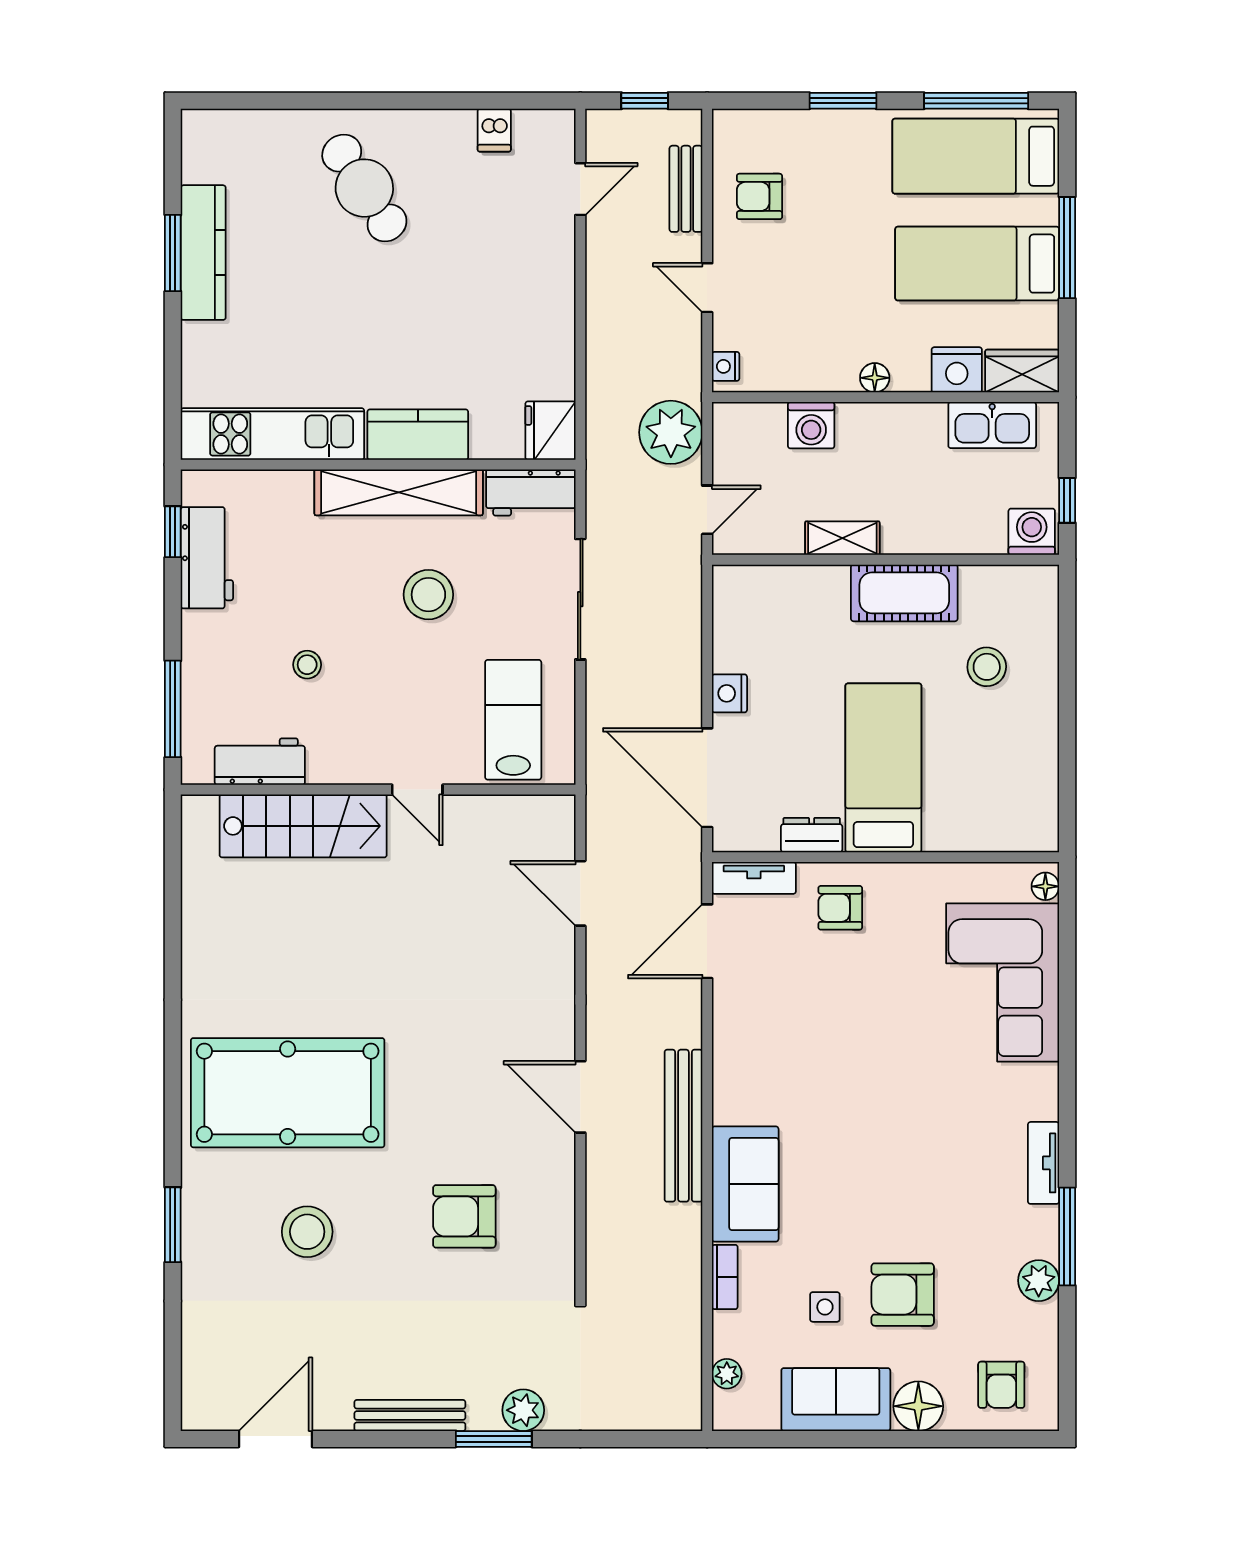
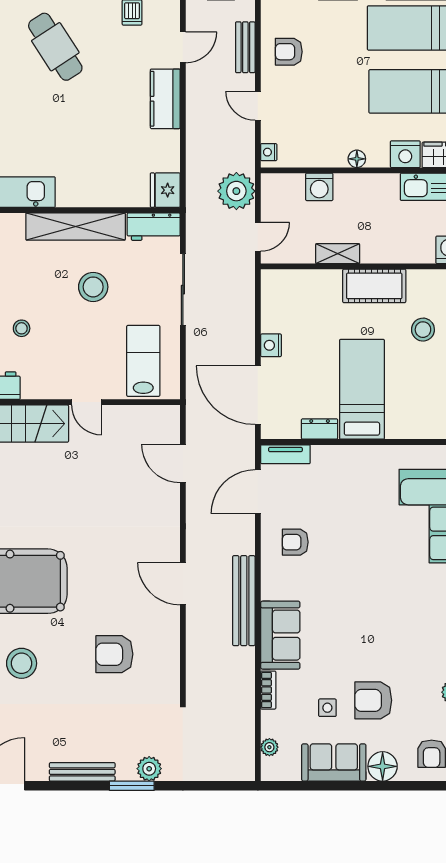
kitchen counter: (418, 435) -> (165, 99), moved, turned -90
armchair: (840, 908) -> (295, 542), moved

